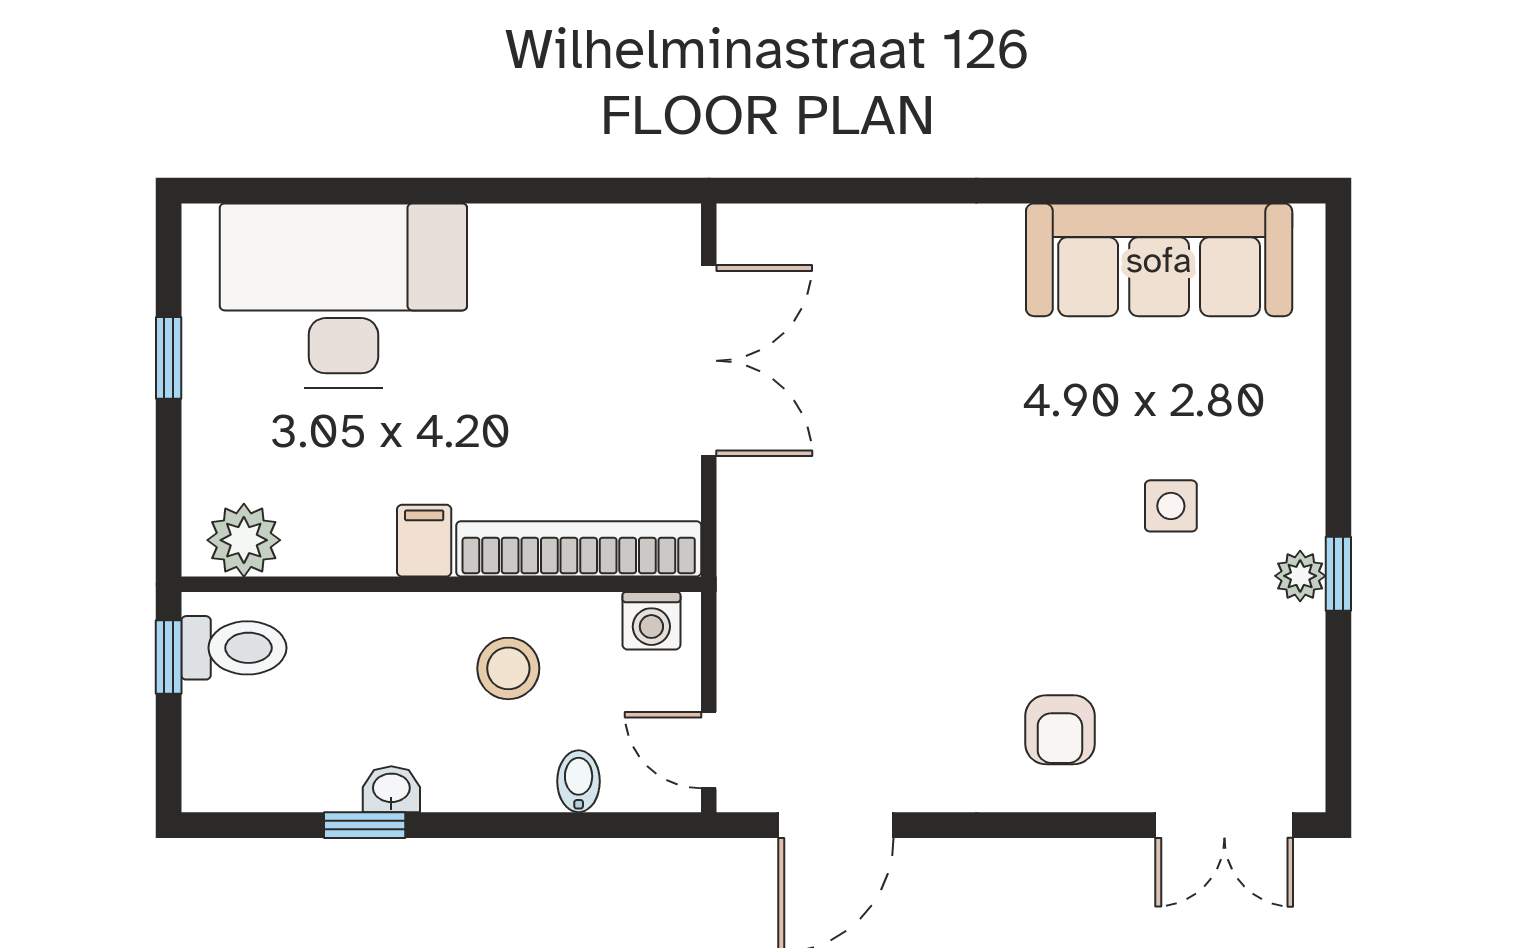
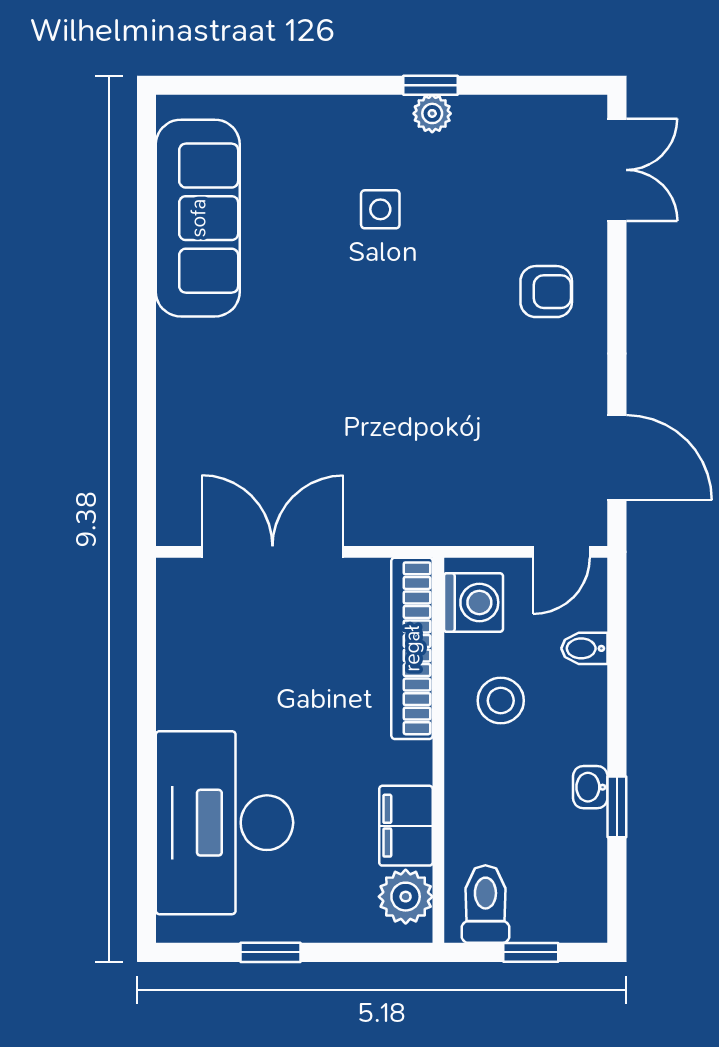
filing cabinet: (424, 541) -> (406, 826), moved, width x2.00
washing machine: (651, 621) -> (473, 602), width x1.38, depth x1.38
window: (169, 657) -> (531, 952), moved

